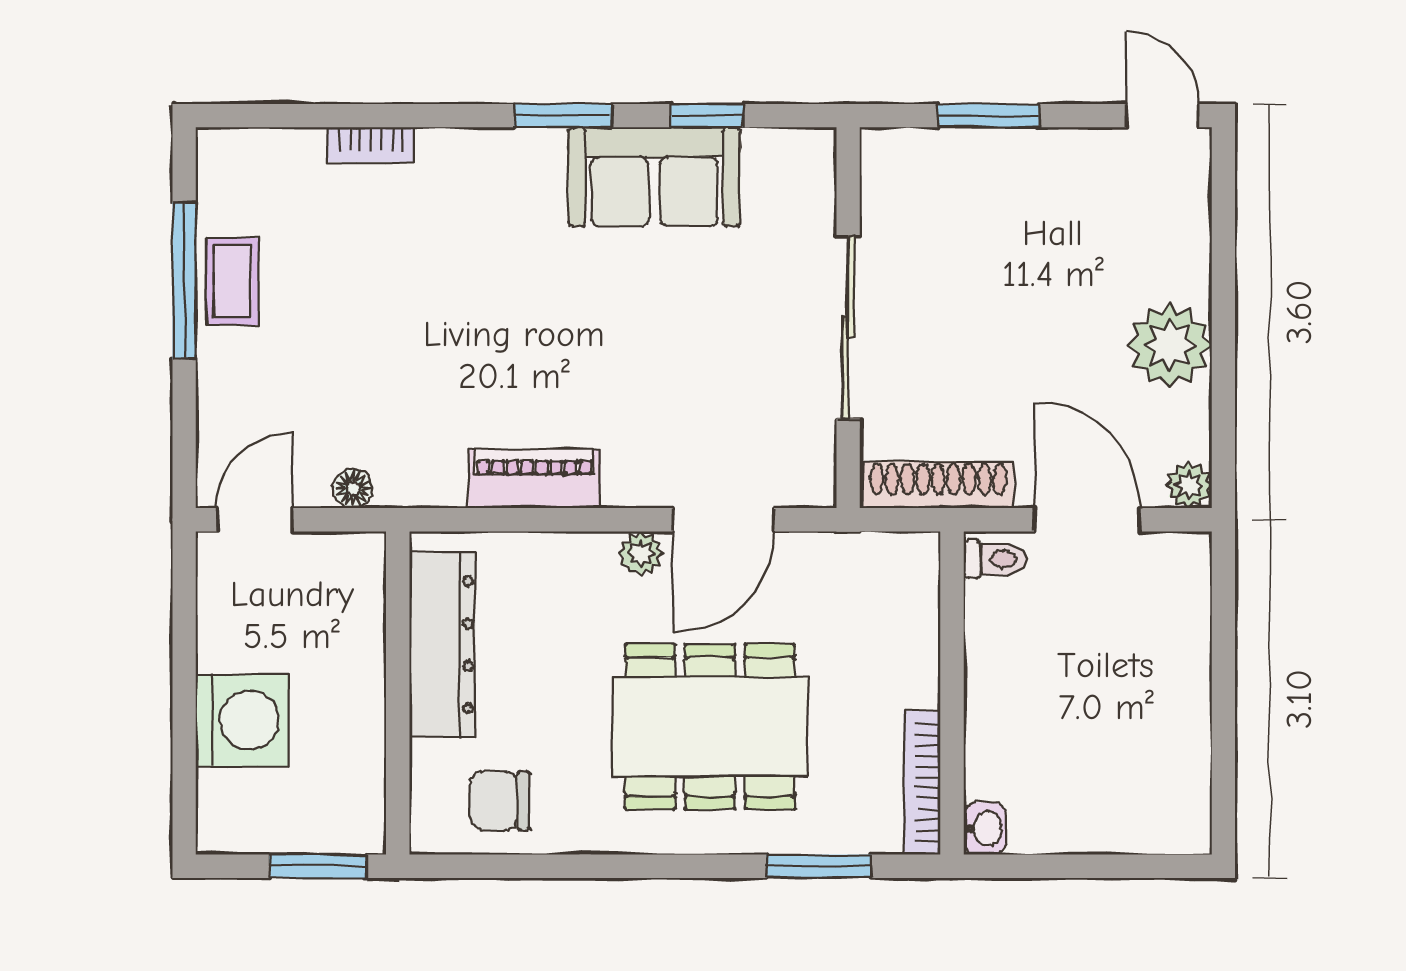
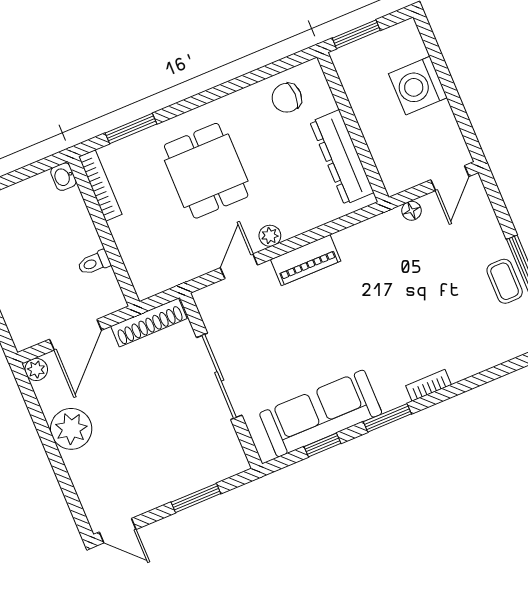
bookcase: (371, 145) -> (429, 385), moved
sofa: (654, 177) -> (321, 413), width x1.36
piano: (534, 479) -> (306, 260), moved
door: (724, 520) -> (239, 266), width x0.73
door: (1087, 520) -> (76, 335), hinge flipped
toilet: (995, 559) -> (94, 263), moved
dining table: (710, 727) -> (206, 171), width x0.73
chair: (500, 801) -> (287, 98), turned 180

